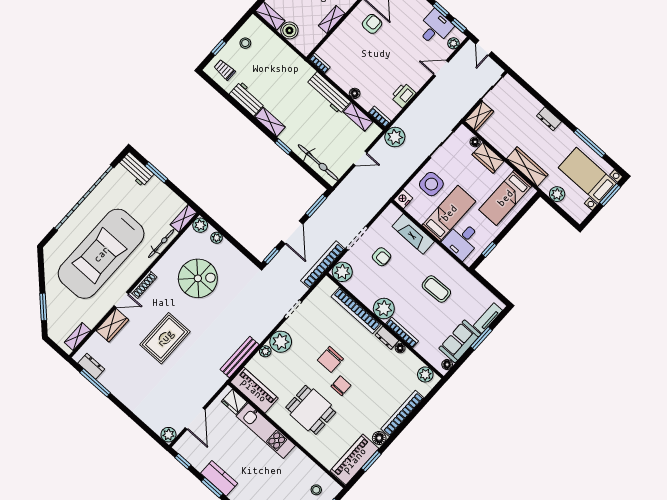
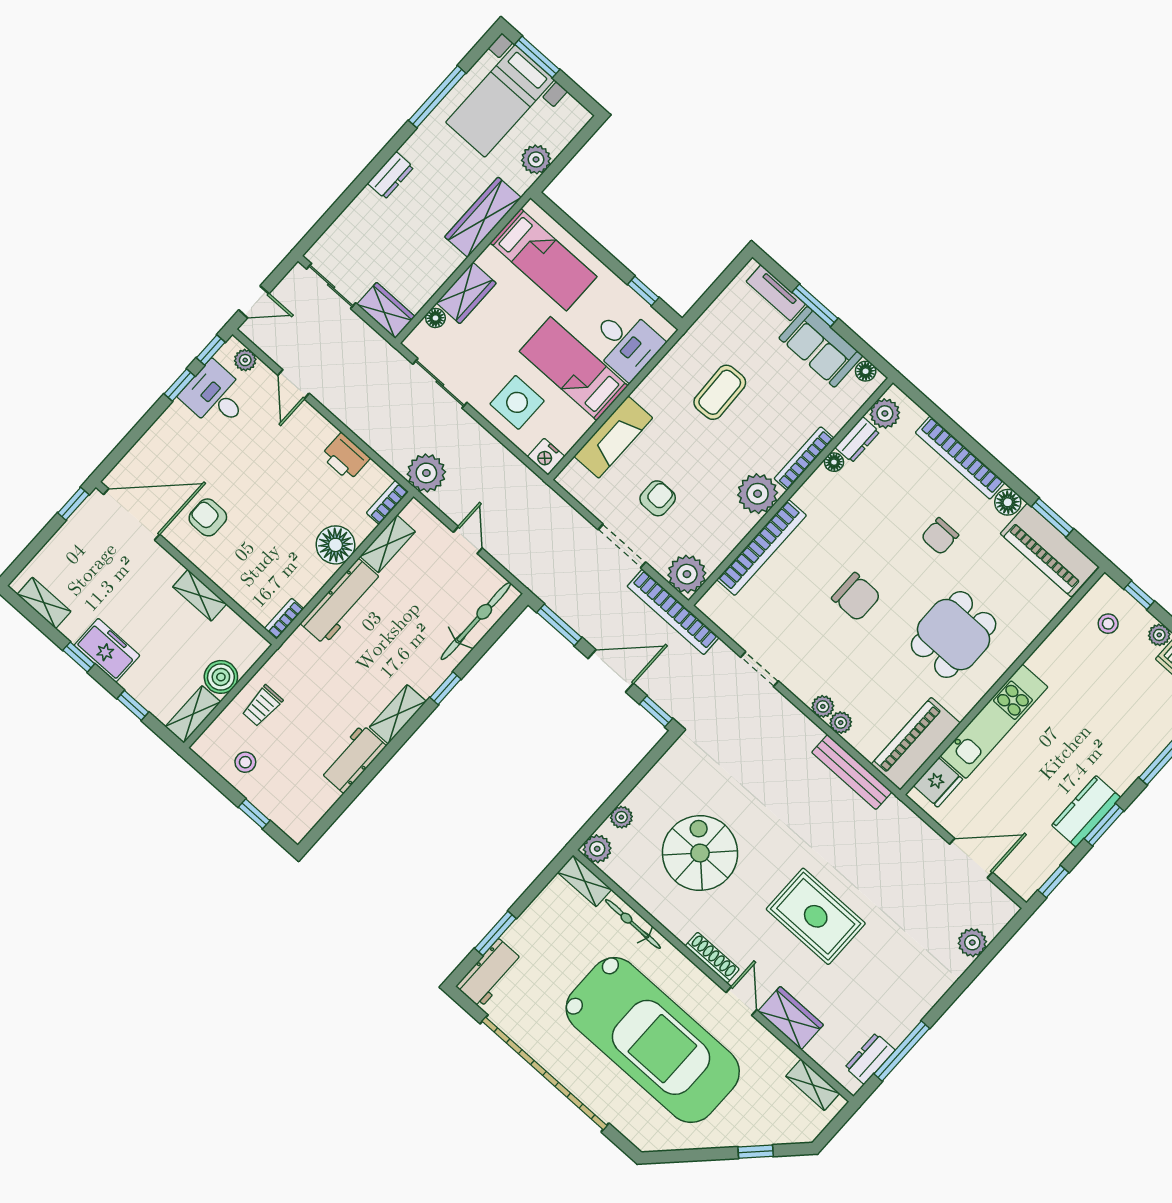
trolley: (225, 70) -> (262, 706), moved
floor lamp: (355, 93) -> (336, 545), width x1.89, depth x1.89
window: (43, 307) -> (756, 1152), width x0.67
dresser: (387, 338) -> (857, 440), moved
plant: (281, 342) -> (823, 706), width x0.53, depth x0.53
chair: (341, 386) -> (940, 536), moved, turned -90
plant: (168, 435) -> (972, 943), moved

